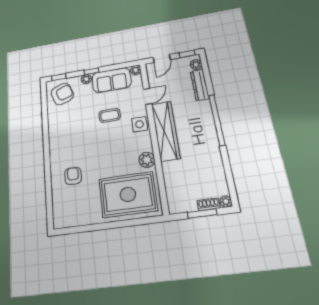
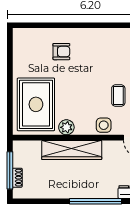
wardrobe: (166, 131) -> (72, 150), moved
plant: (226, 202) -> (18, 193), removed
window: (202, 214) -> (10, 170), width x1.44

